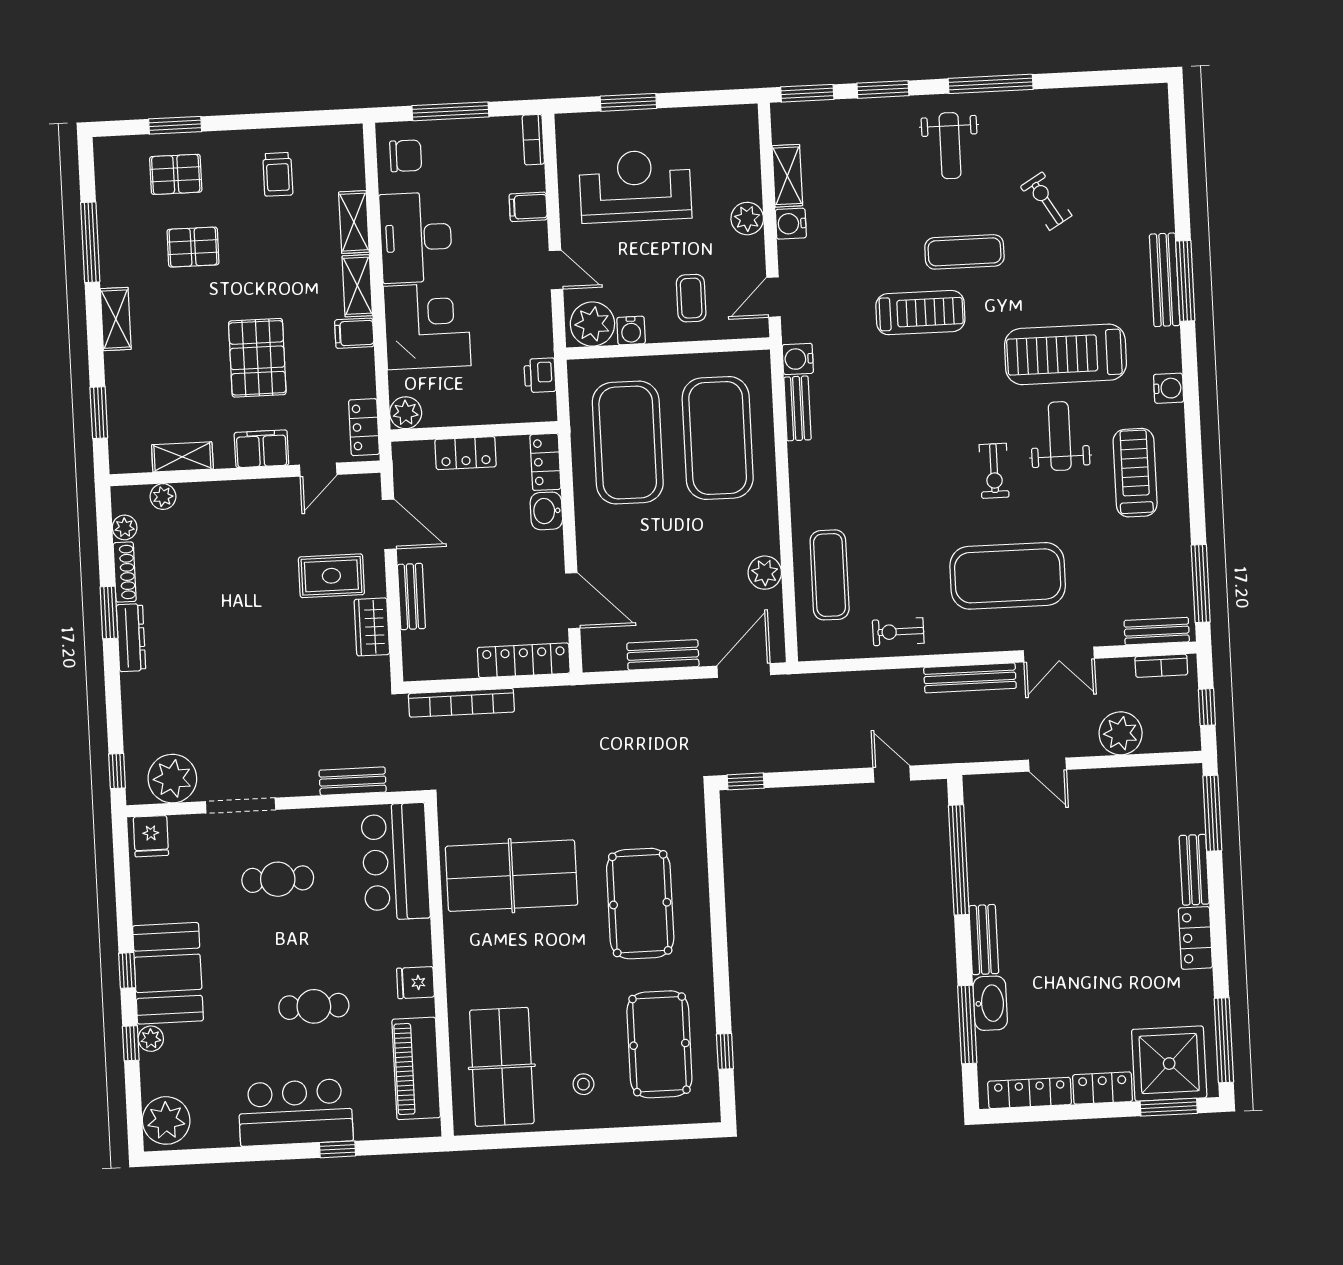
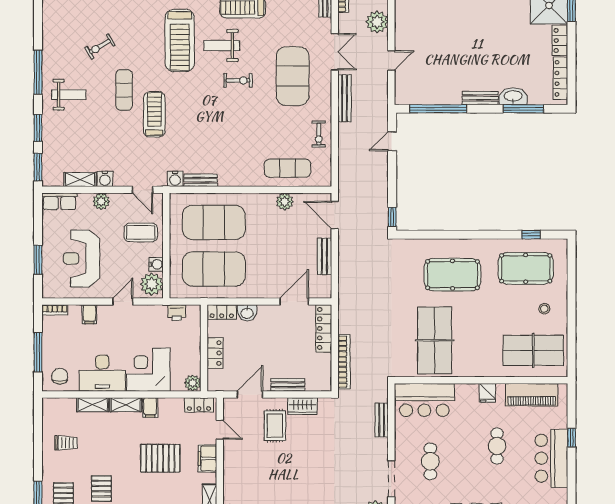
row of seats: (743, 138) -> (59, 201), added
coffee table: (691, 298) -> (141, 232), width x1.36, depth x1.30

